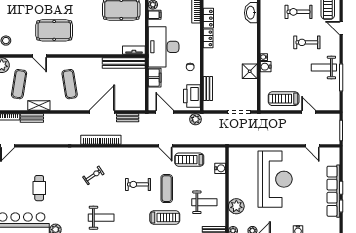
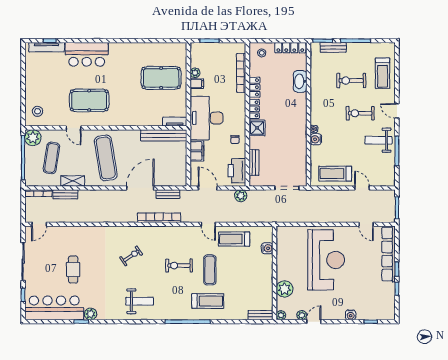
door: (341, 28) -> (397, 111), moved
shower: (250, 71) -> (257, 128), moved
exercise mat: (70, 84) -> (106, 158), width x1.36, depth x1.45
bookcase: (101, 140) -> (159, 218), moved
row of seats: (333, 191) -> (389, 254), moved
weight bench: (204, 202) -> (250, 285), removed

